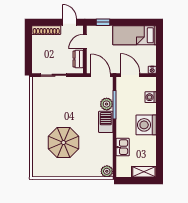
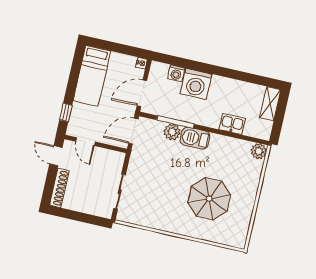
door: (69, 22) -> (56, 156), hinge flipped
dresser: (78, 59) -> (106, 155), removed
washing machine: (146, 125) -> (196, 84), moved

